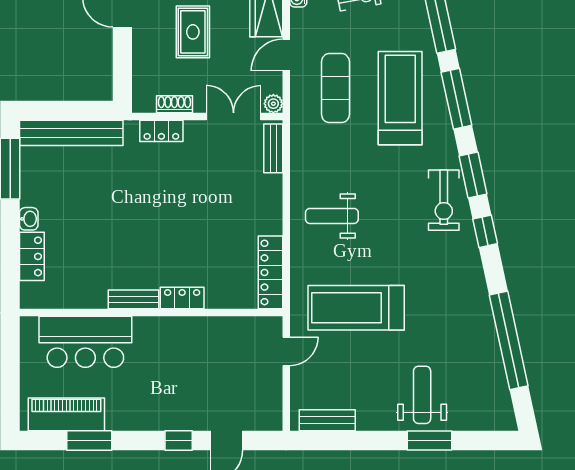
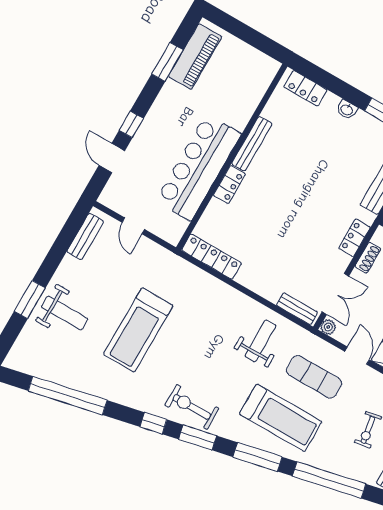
weight bench: (332, 216) -> (260, 341), moved
locker: (32, 256) -> (305, 88), moved
bench: (133, 299) -> (252, 144), width x1.36
treadmill: (356, 308) -> (138, 330), moved, turned 180
bar counter: (85, 342) -> (198, 167), moved, width x1.36
door: (286, 351) -> (133, 226), moved

